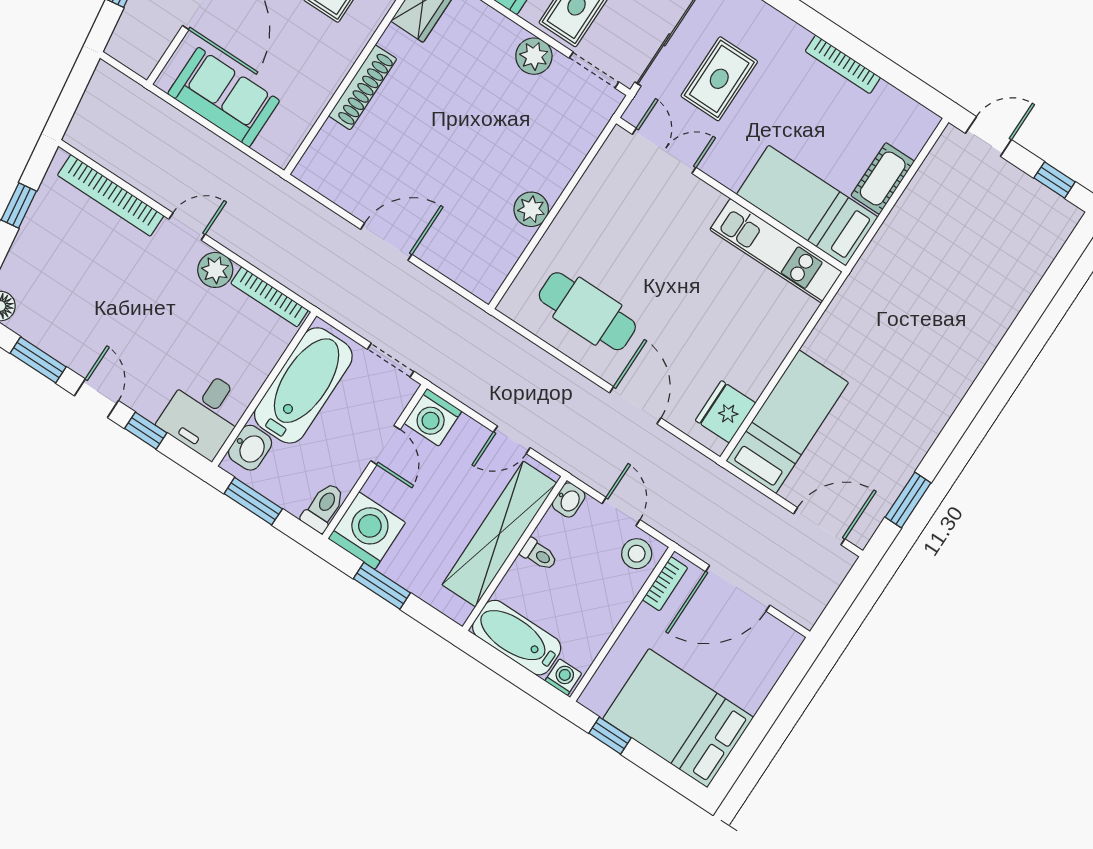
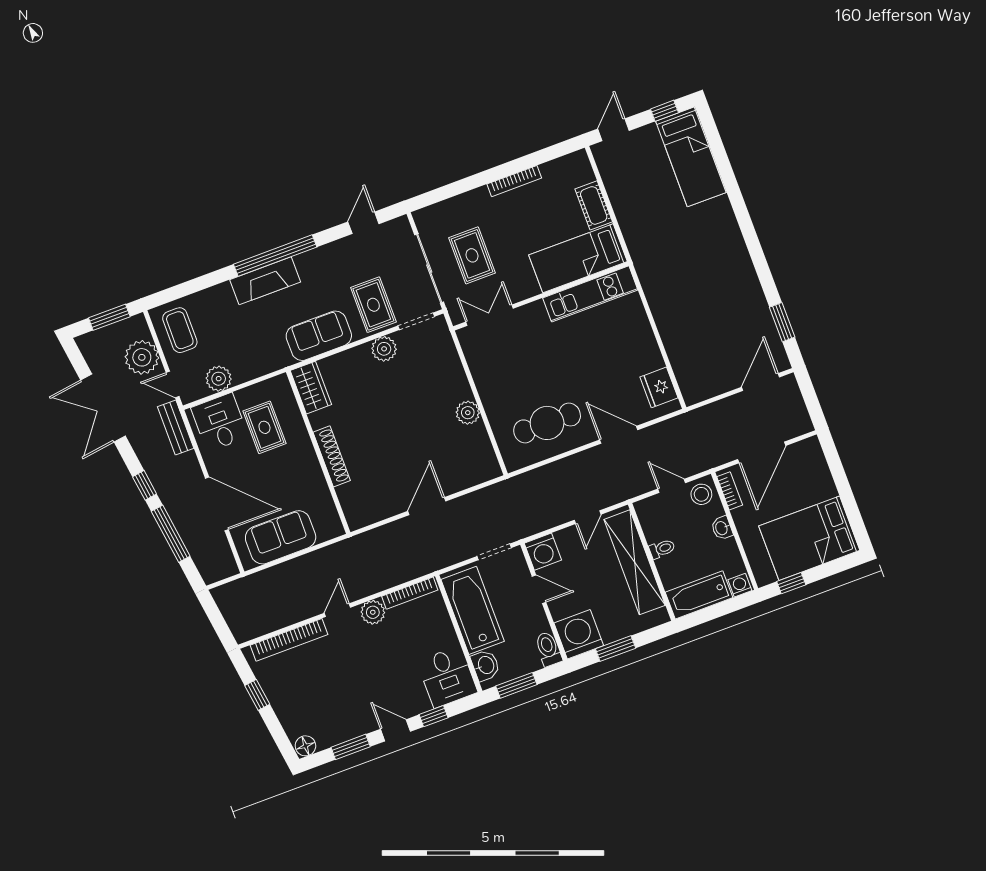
bed: (787, 422) -> (691, 157), moved, turned 180
washbasin: (569, 500) -> (722, 528), moved, turned 180

